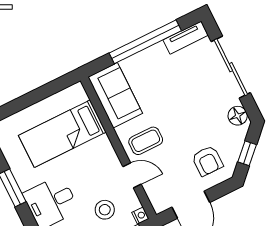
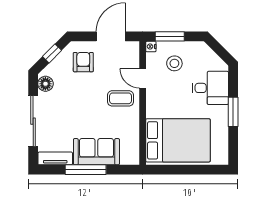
window: (145, 42) -> (86, 170), width x0.68
sofa: (115, 95) -> (96, 152), moved, turned 90
bed: (62, 134) -> (178, 140), width x1.50

